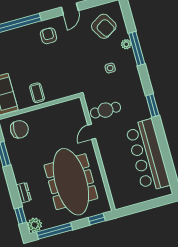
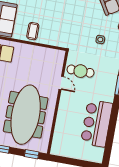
door: (92, 132) -> (61, 83), swing flipped
bar counter: (148, 156) -> (97, 123), width x0.73

